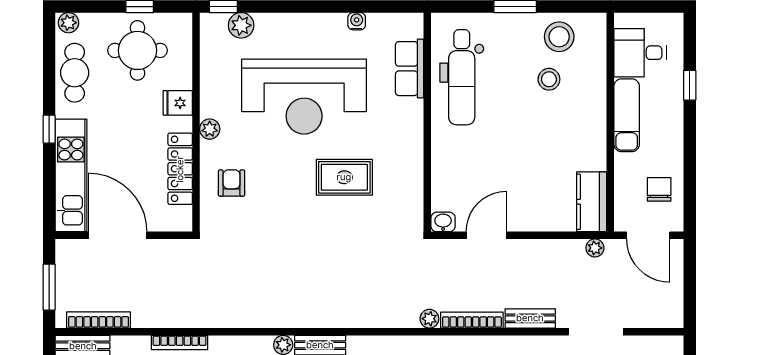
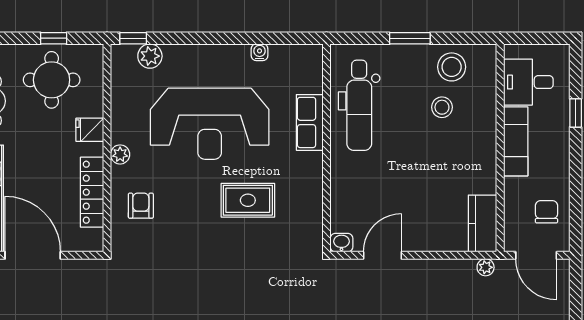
row of seats: (410, 69) -> (310, 122), moved

